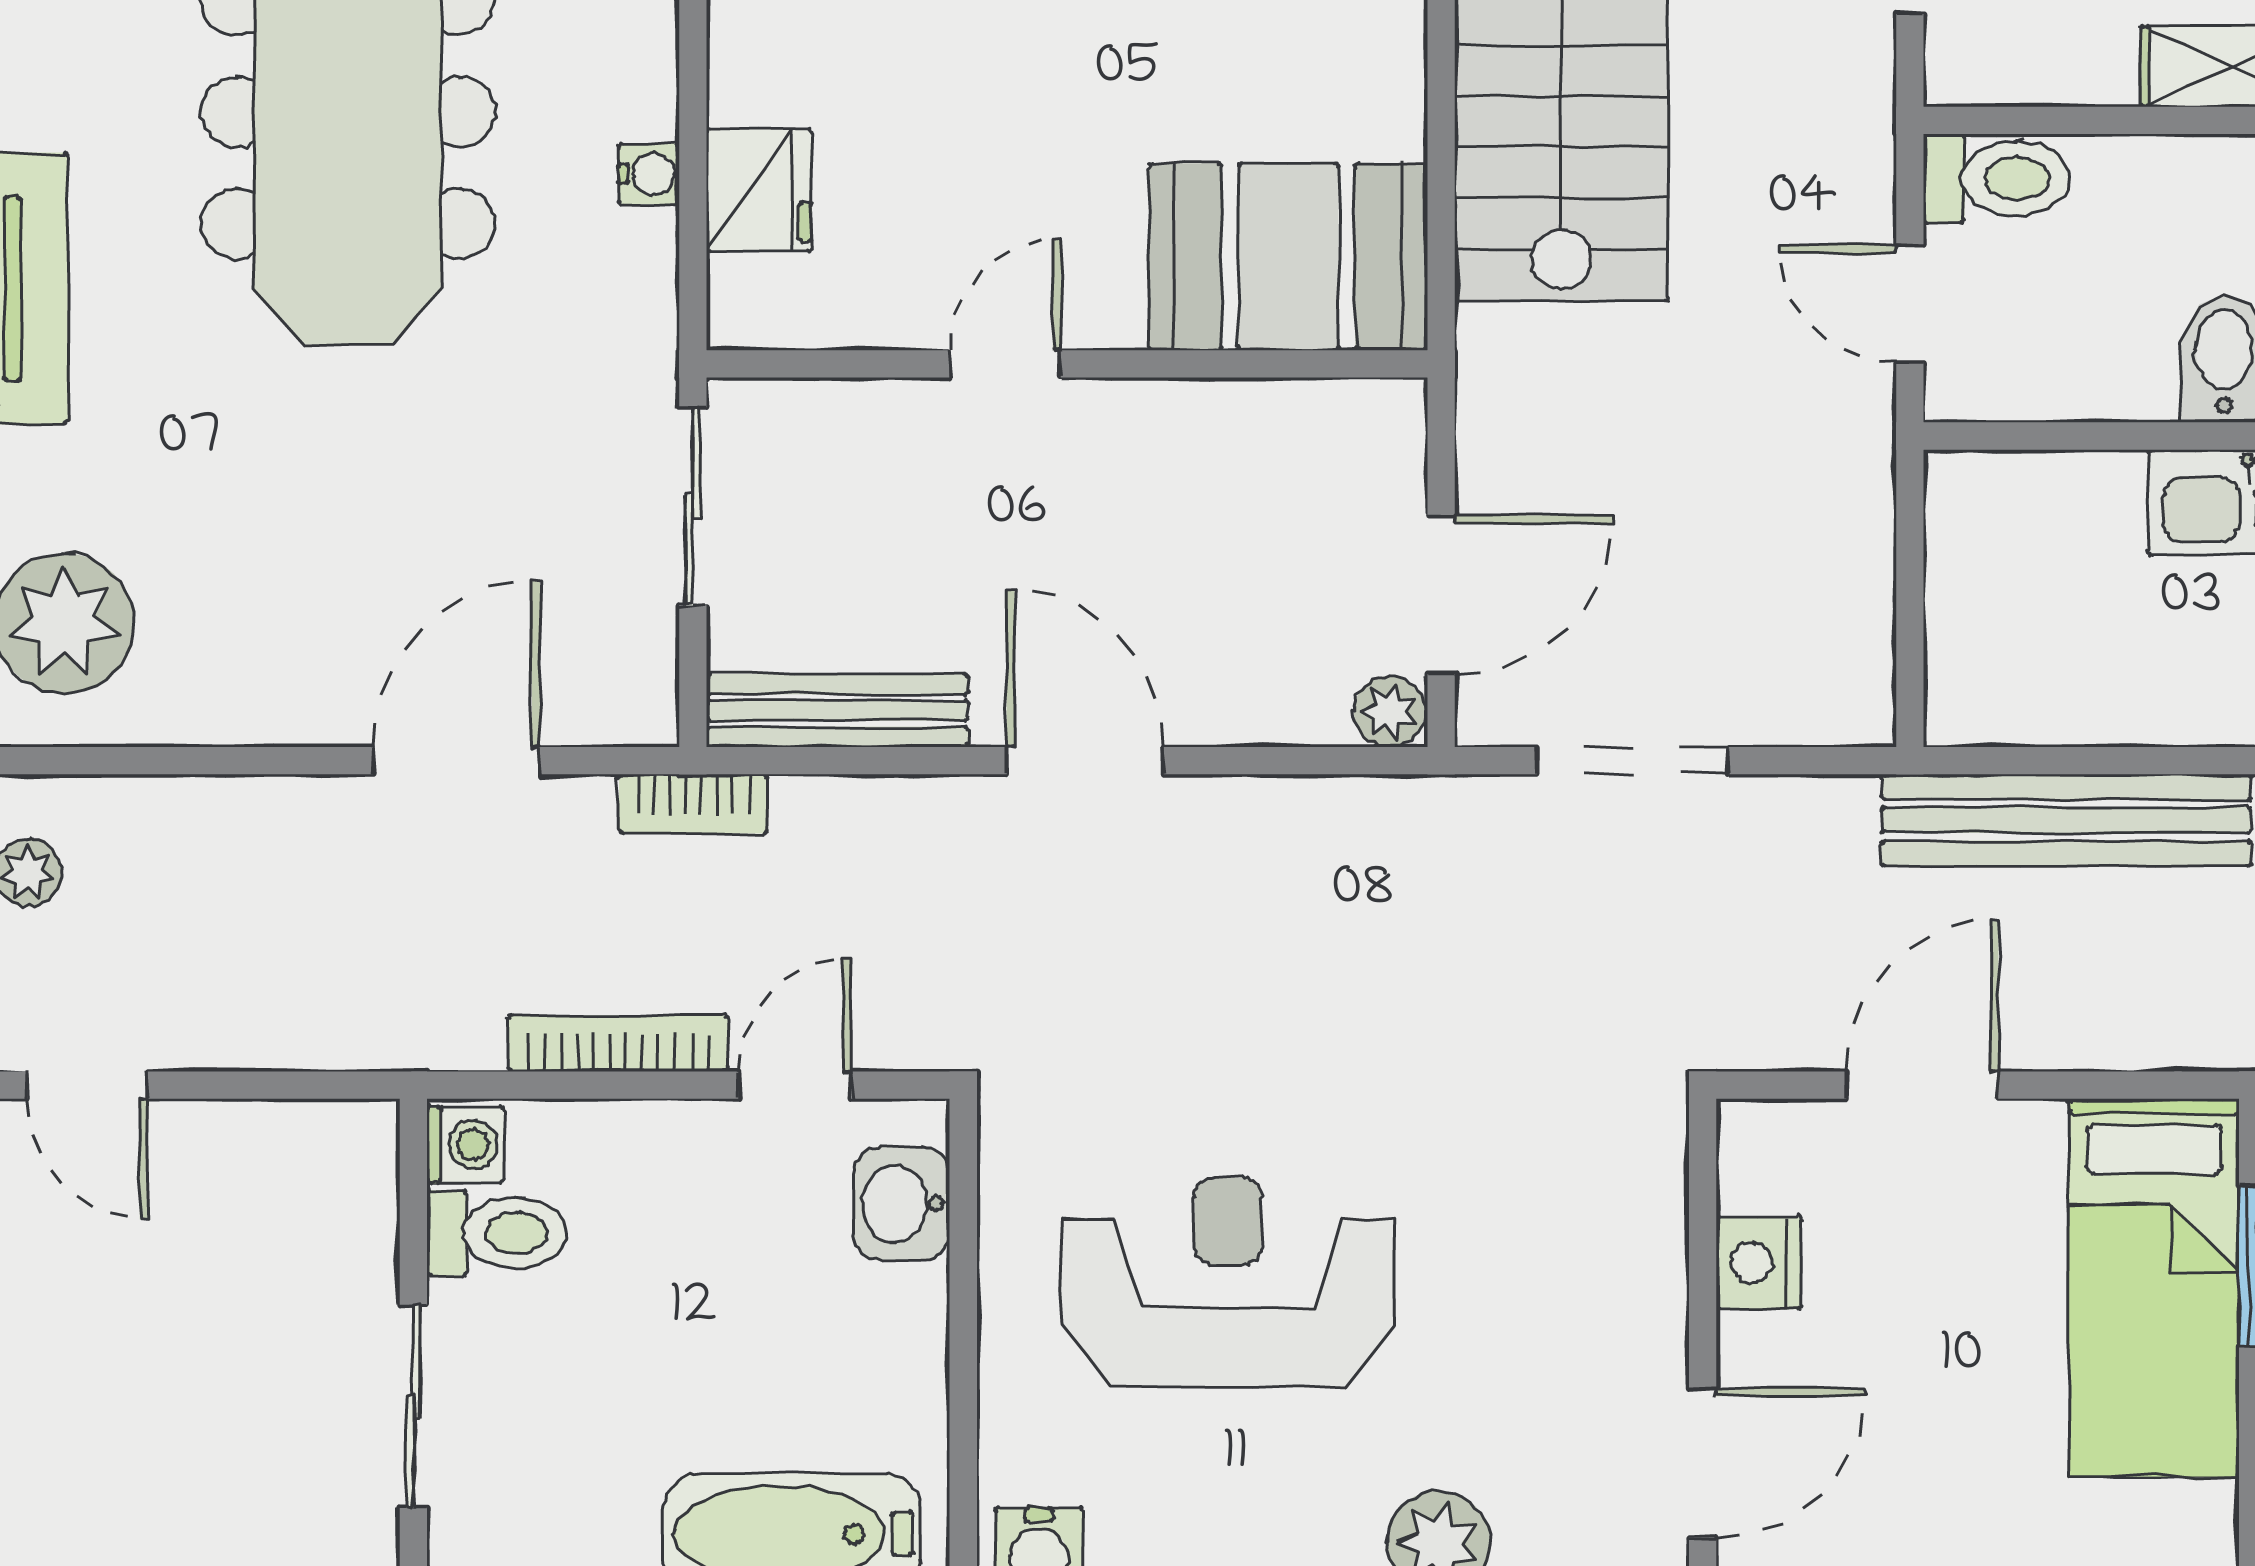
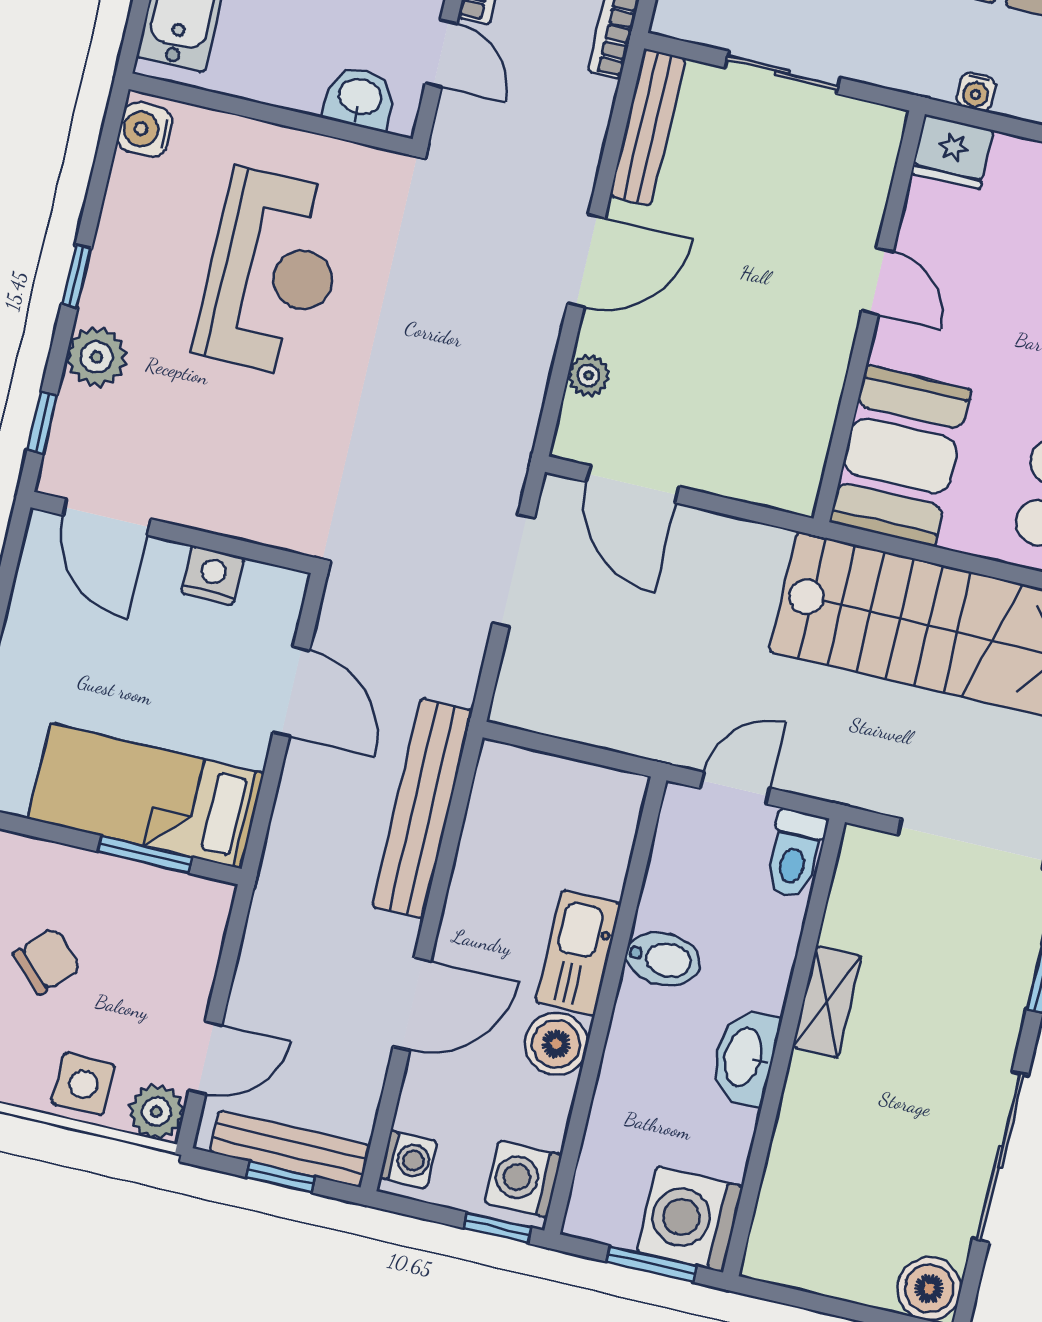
booth: (1288, 257) -> (900, 456), moved
door: (1005, 364) -> (878, 281), moved
wall: (1067, 364) -> (869, 316), moved
plant: (1389, 711) -> (589, 376), moved

